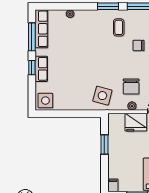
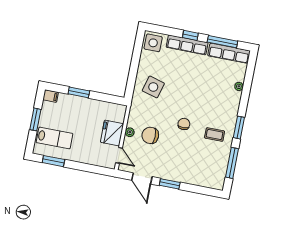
chair: (139, 45) -> (184, 124), moved
row of seats: (41, 69) -> (187, 45), width x1.48
side table: (102, 96) -> (153, 87), moved
window: (104, 145) -> (79, 92), moved

